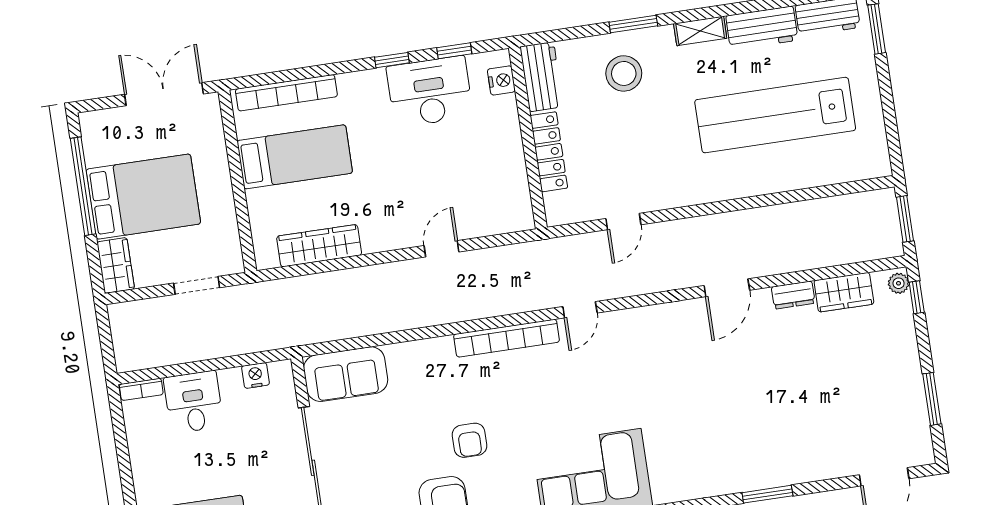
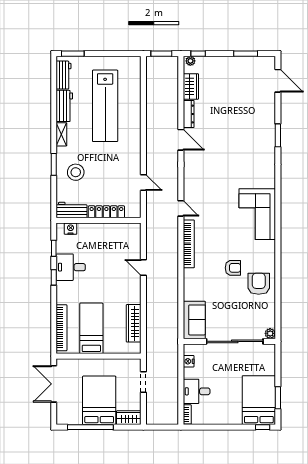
desk: (430, 92) -> (71, 267), width x0.73
dresser: (793, 295) -> (189, 114), width x1.44

